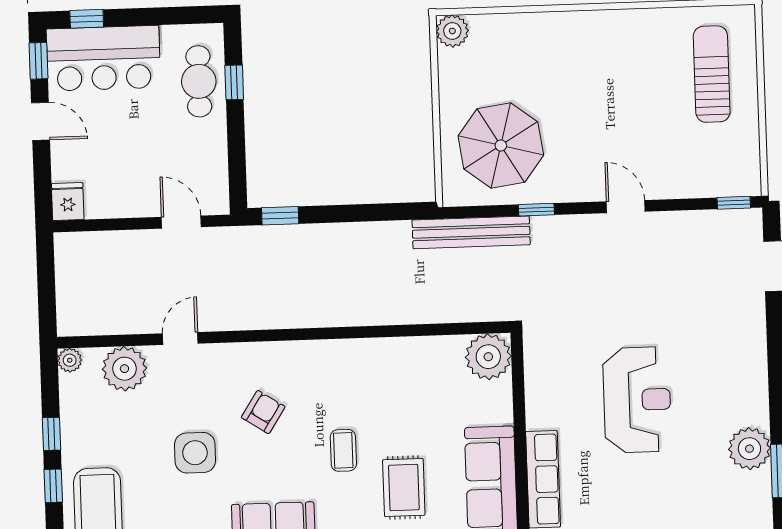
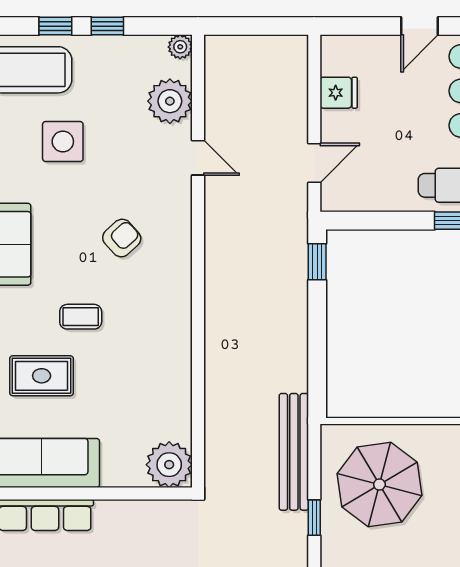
fridge: (68, 202) -> (339, 93), moved
armchair: (263, 412) -> (122, 238), turned -75
side table: (195, 453) -> (63, 142), moved

